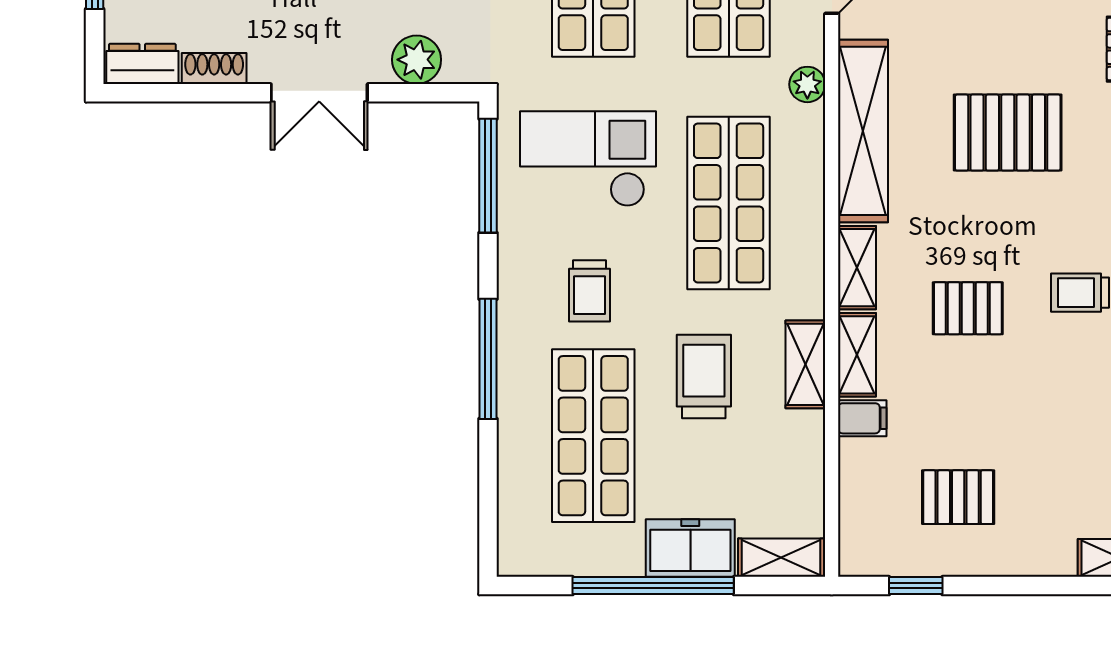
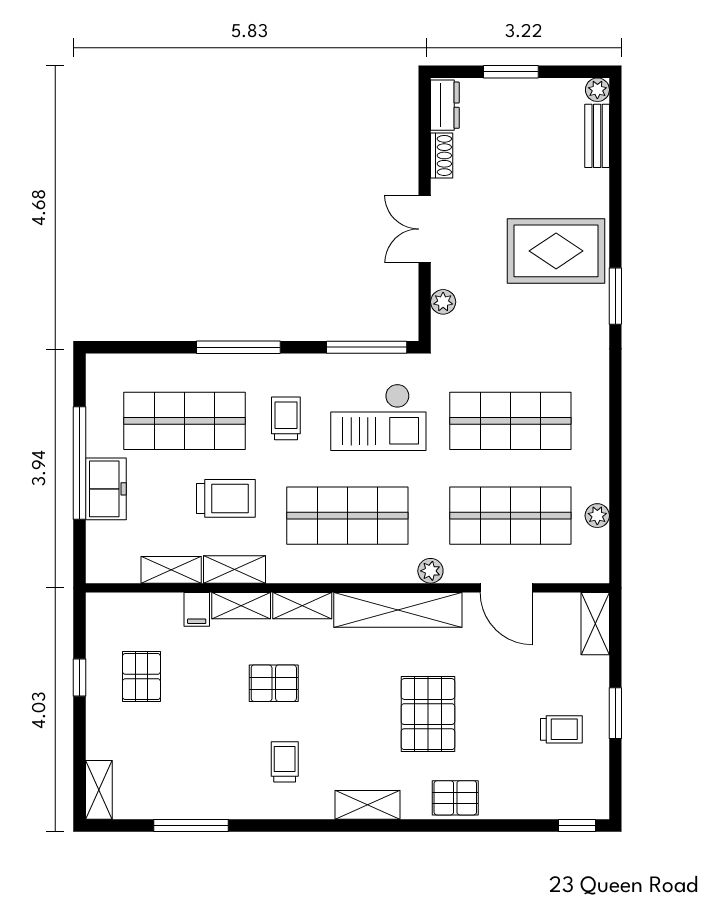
plant: (417, 60) -> (443, 302), width x0.73, depth x0.73
pallet: (1008, 133) -> (428, 714), moved
checkout: (588, 159) -> (378, 417), turned 90
trolley: (590, 291) -> (286, 418), turned 90
pallet: (968, 308) -> (274, 683), turned 90
shelving: (781, 558) -> (171, 570), moved, turned 90
window: (916, 586) -> (80, 678), moved

